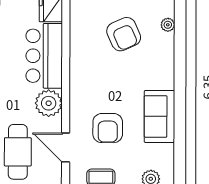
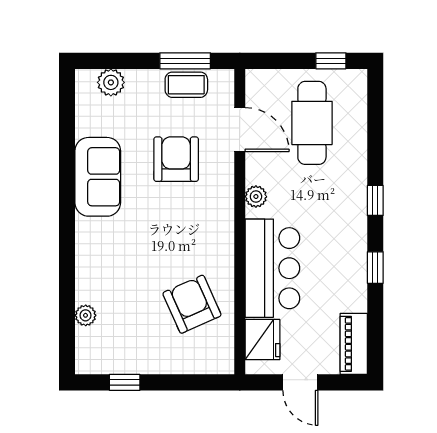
armchair: (124, 34) -> (192, 304), moved
plant: (49, 103) -> (256, 197), width x0.53, depth x0.53

